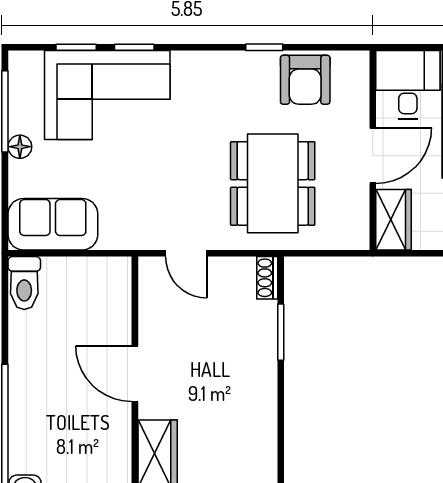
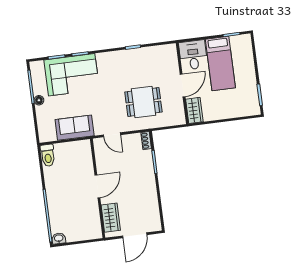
armchair: (305, 80) -> (151, 58), removed
dining table: (273, 183) -> (143, 102), width x0.73
sofa: (53, 224) -> (75, 128), moved
door: (135, 374) -> (97, 186), swing flipped

